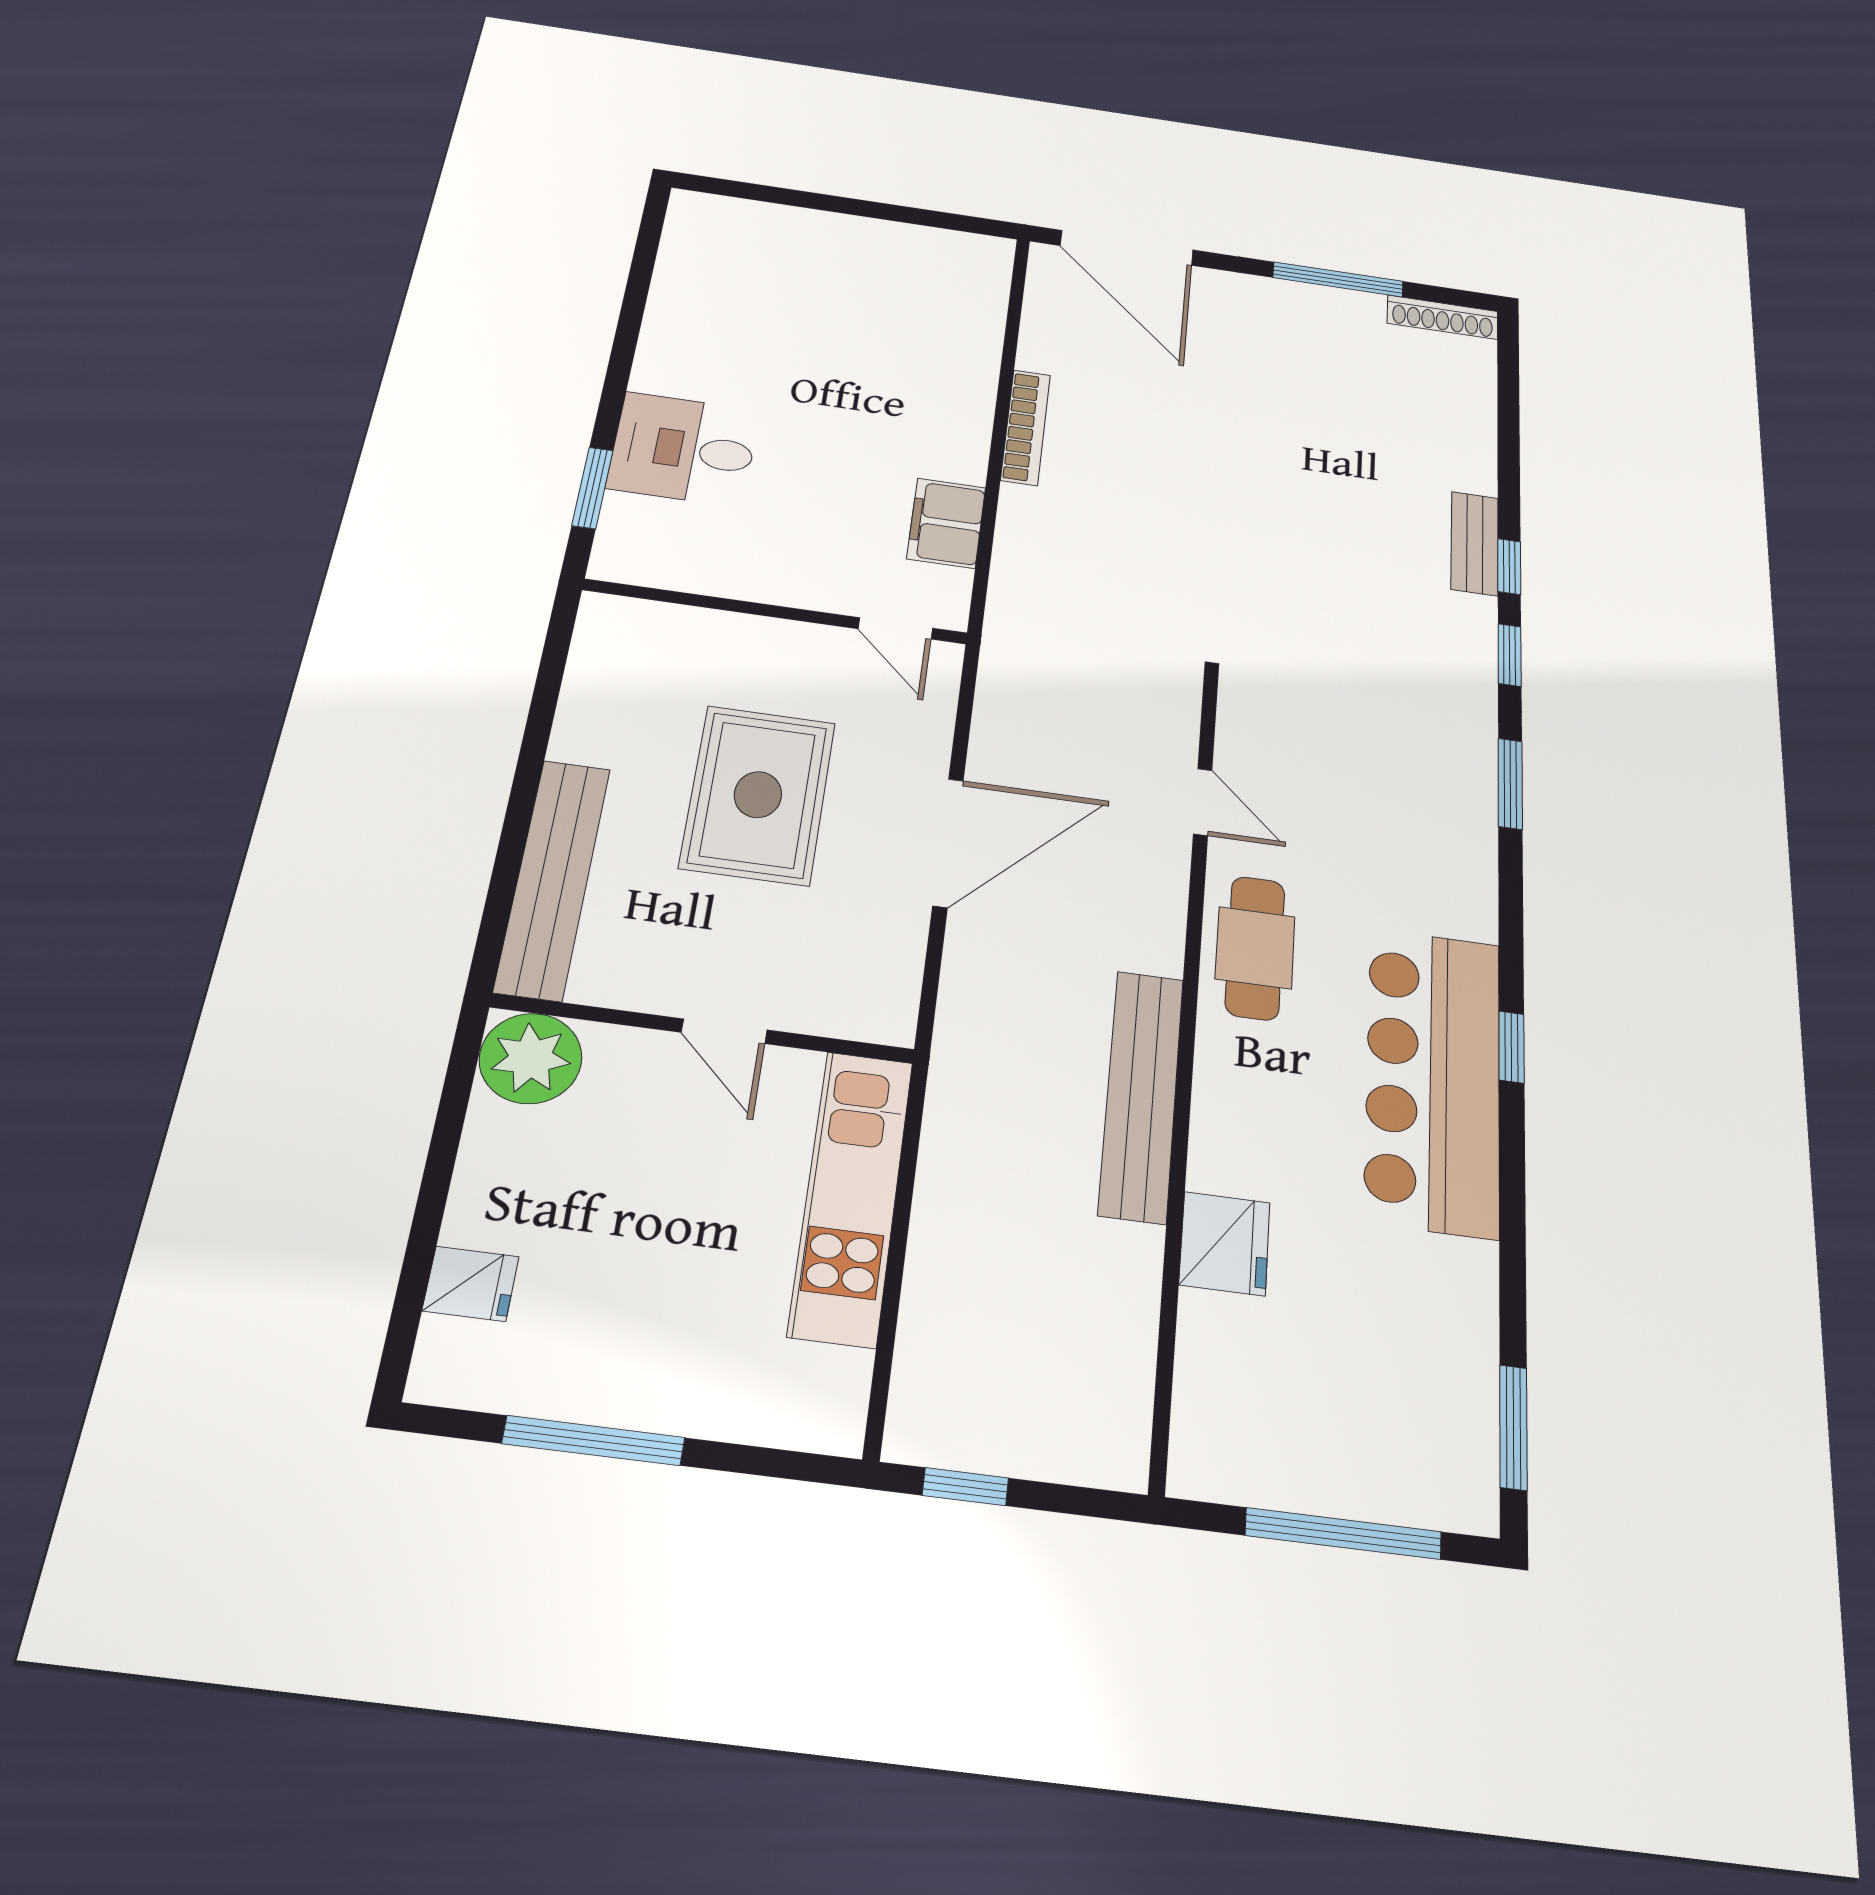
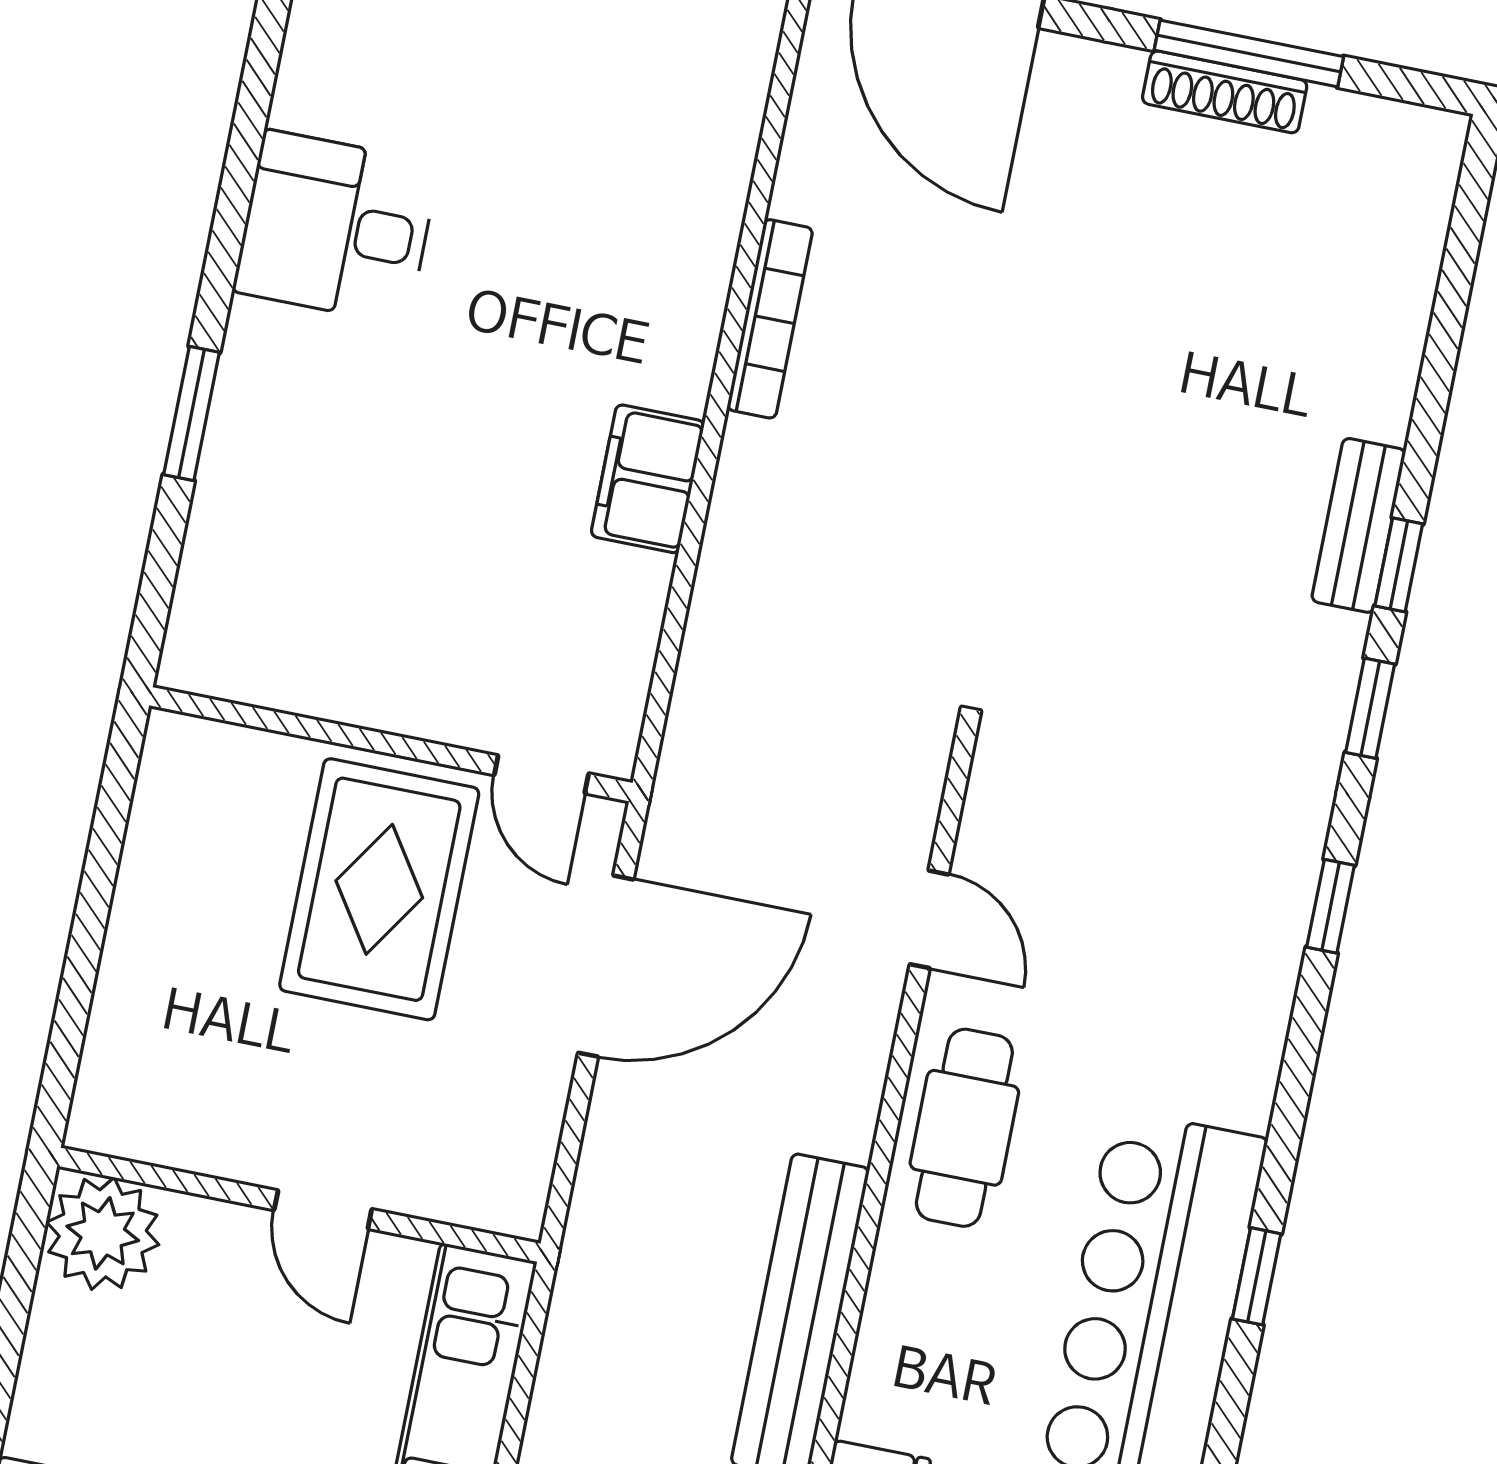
shoe rack: (1443, 317) -> (1225, 92), moved
desk: (684, 449) -> (336, 227), moved
wall: (776, 612) -> (391, 744), moved
door: (895, 628) -> (541, 774), moved
window: (1510, 784) -> (1331, 906), width x0.67
bench: (553, 878) -> (131, 998), removed

